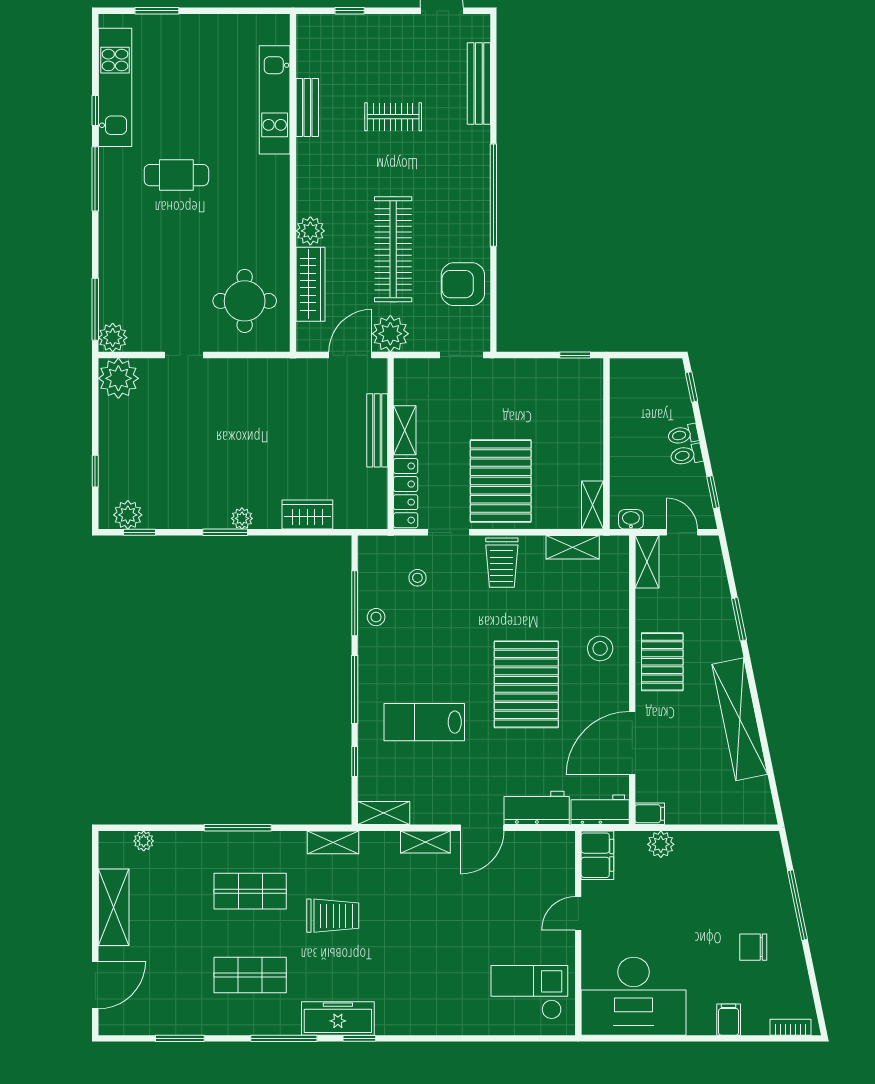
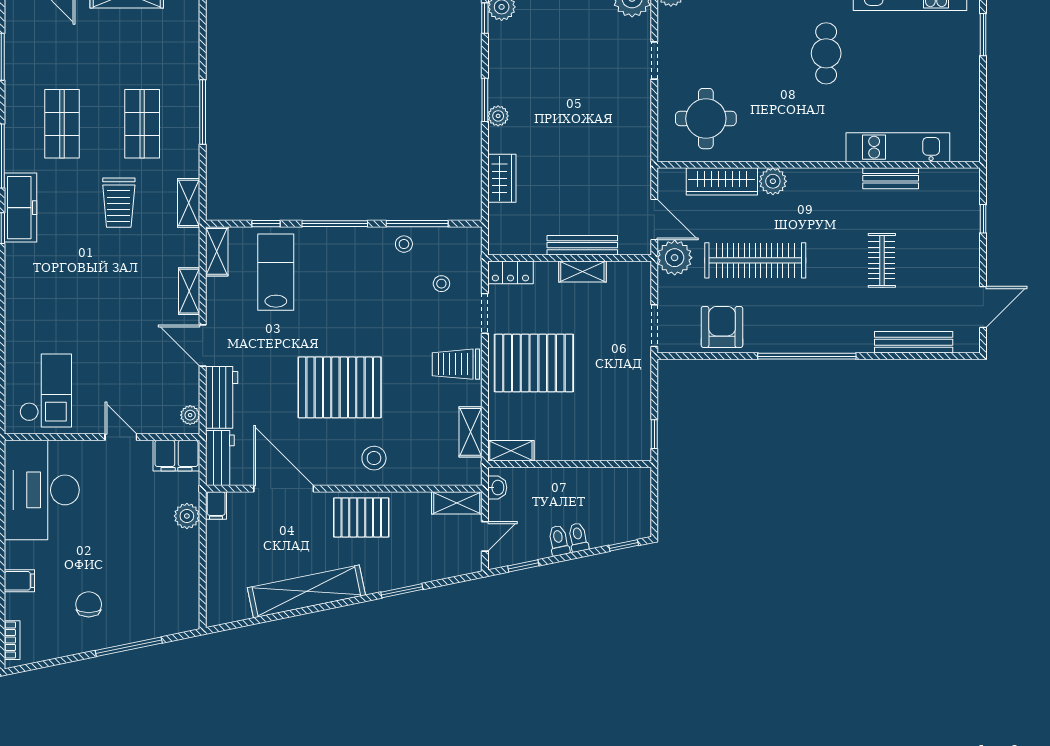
locker: (406, 493) -> (510, 272), width x0.66
lab bench: (424, 722) -> (276, 272), moved
plant: (144, 841) -> (190, 415), moved

